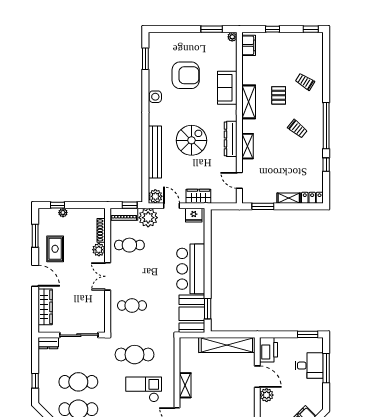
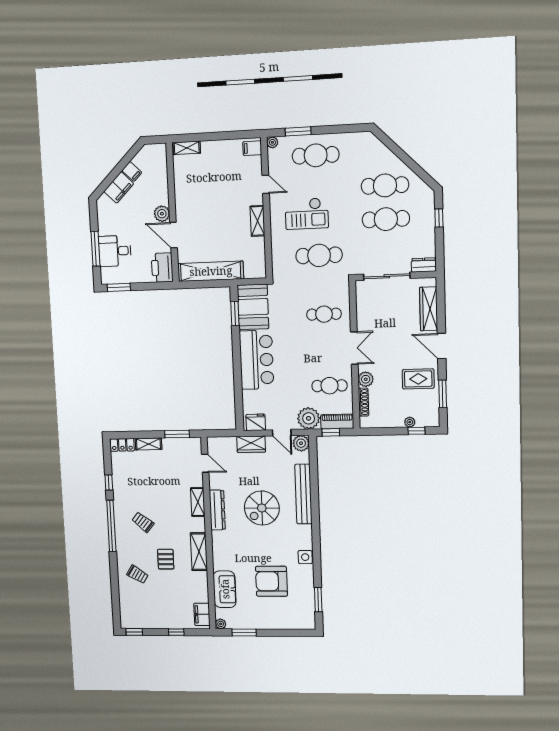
sofa: (227, 88) -> (225, 589), moved
rug: (55, 249) -> (418, 379), turned 90

